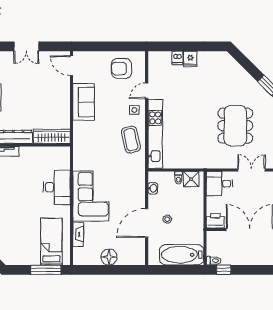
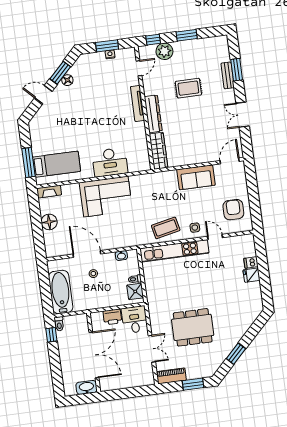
printer: (215, 221) -> (112, 317), moved, turned 90
fireplace: (78, 234) -> (49, 192), moved

